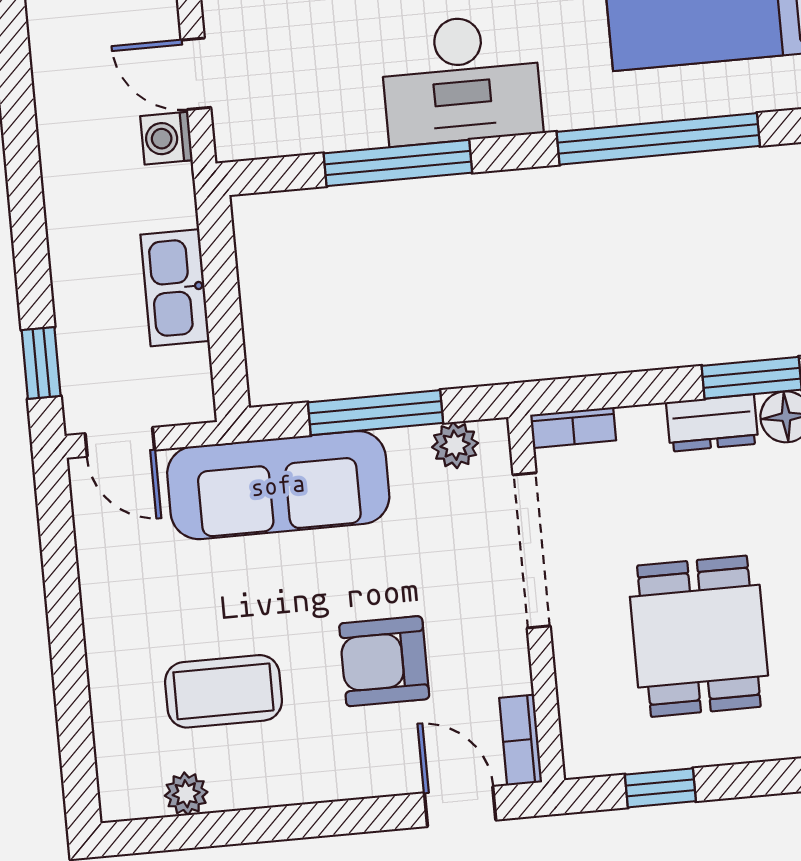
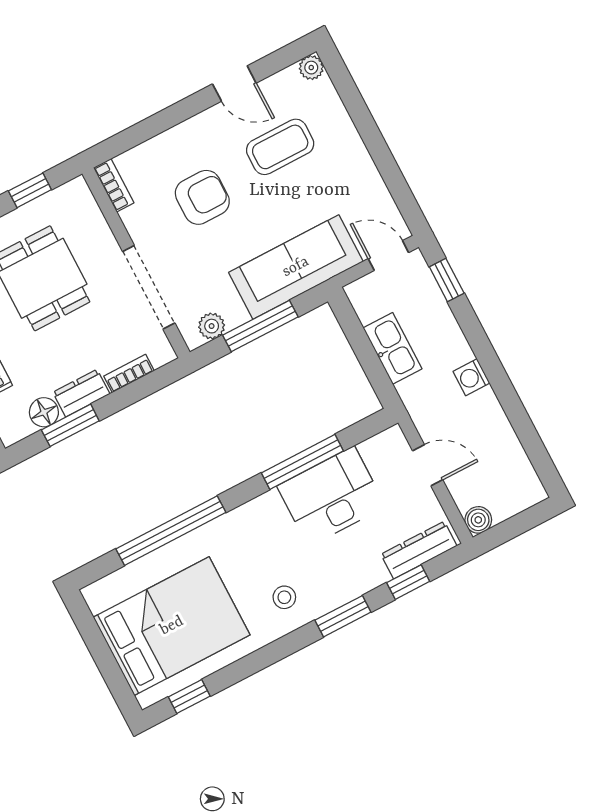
desk: (461, 79) -> (331, 496), moved
washing machine: (166, 138) -> (471, 377), moved, turned 180
bookcase: (573, 428) -> (129, 373), moved
plant: (186, 794) -> (311, 68), moved
door: (460, 806) -> (234, 83), moved

